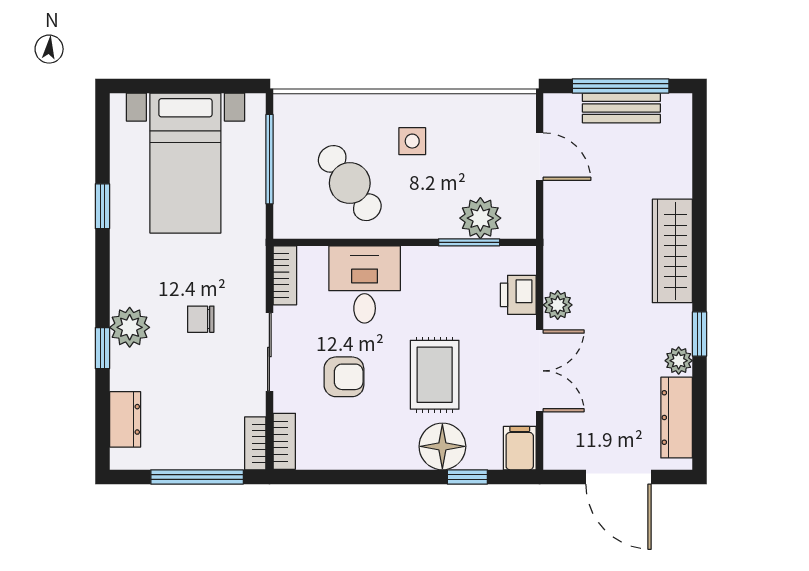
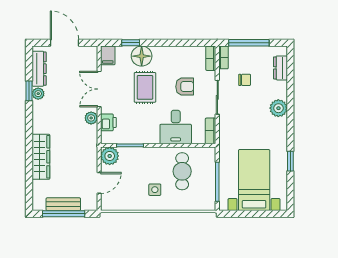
door: (540, 157) -> (99, 183), swing flipped
cafe table: (350, 183) -> (182, 171), turned 36
plant: (480, 218) -> (110, 156), moved
wardrobe: (672, 251) -> (41, 157), moved
chair: (201, 319) -> (245, 80), moved
window: (700, 334) -> (29, 91), moved
window: (102, 348) -> (290, 99), removed
armchair: (344, 377) -> (185, 87), turned 180

